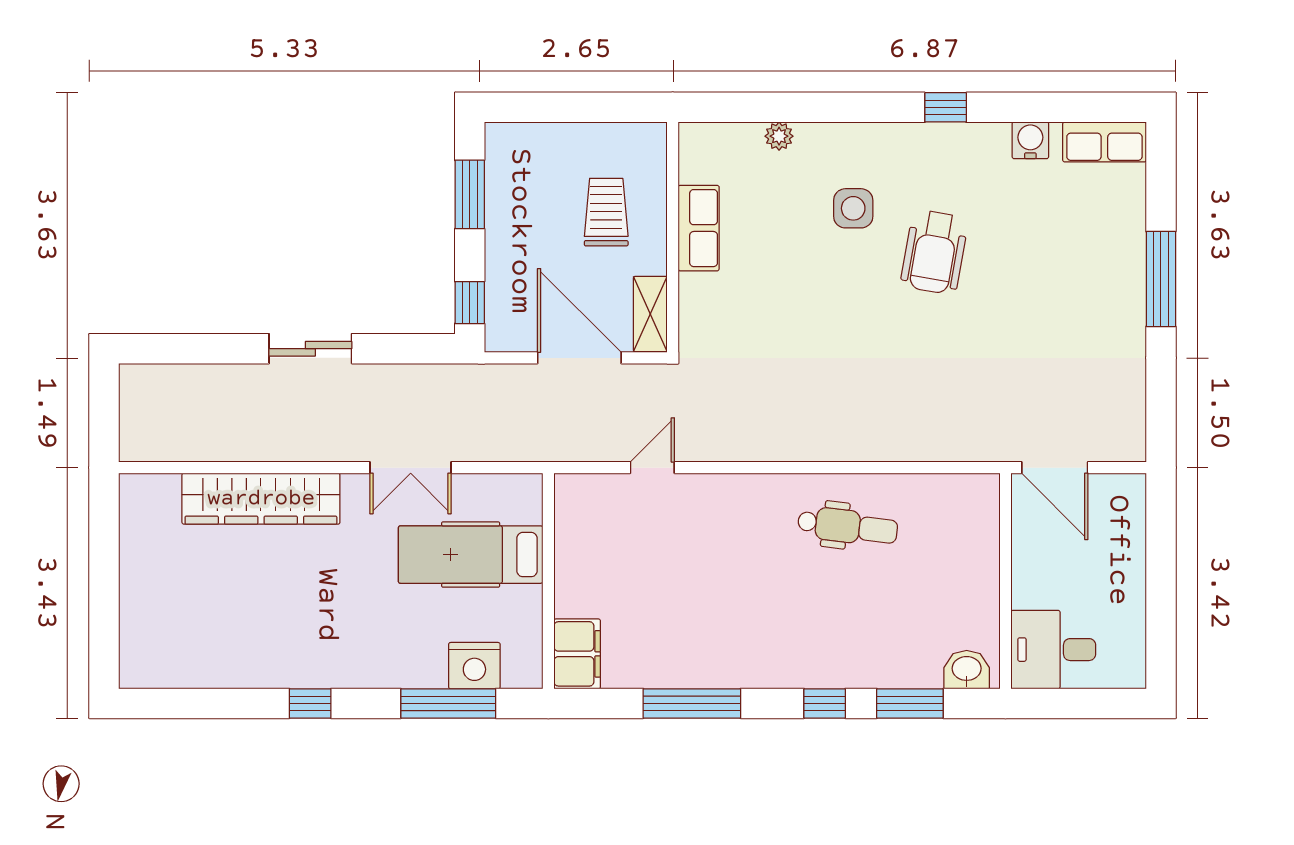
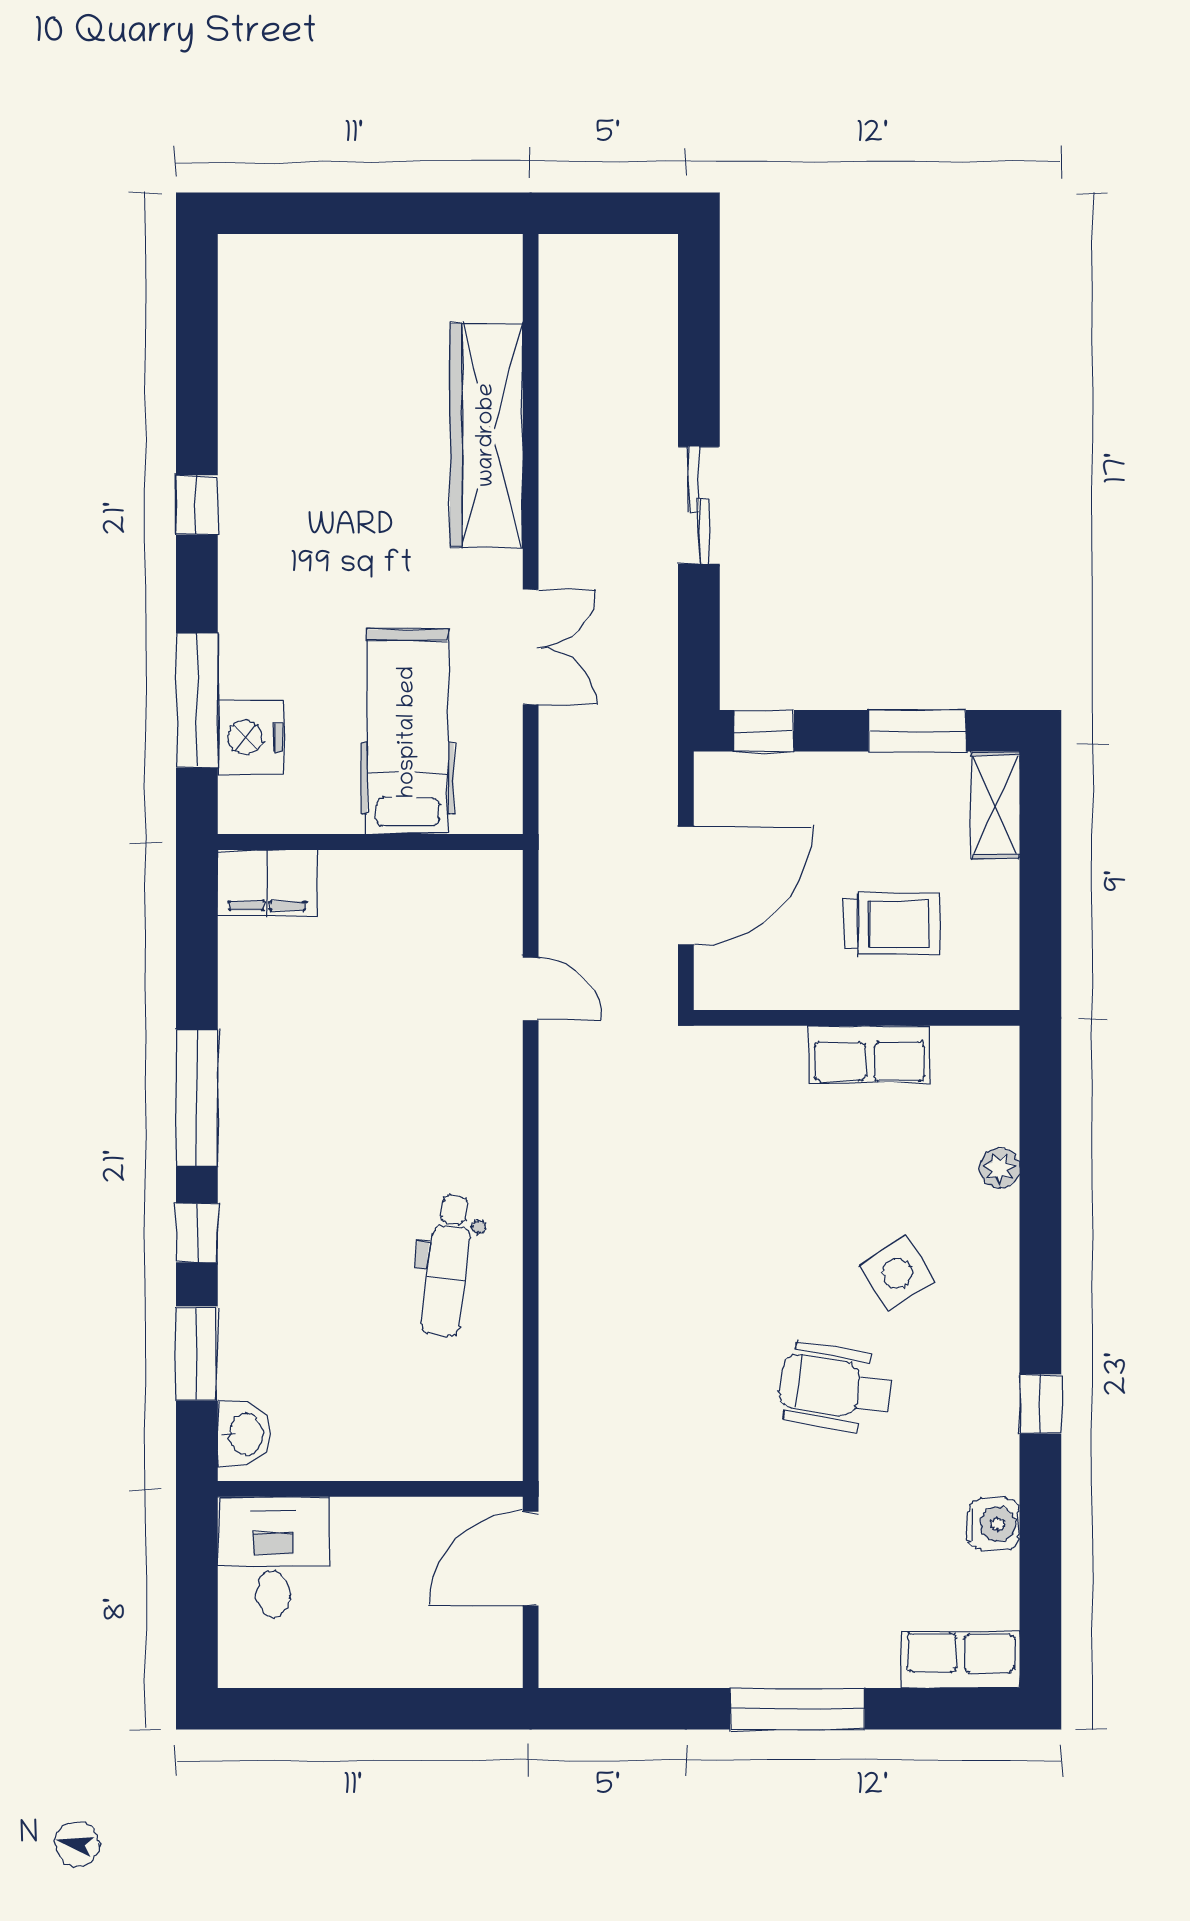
row of seats: (1104, 142) -> (960, 1660), moved, turned 90
side table: (853, 208) -> (897, 1273), turned -34
shelving: (650, 314) -> (996, 805), moved, turned 90
double door: (411, 468) -> (531, 647), swing flipped
window: (692, 703) -> (197, 1098), moved

